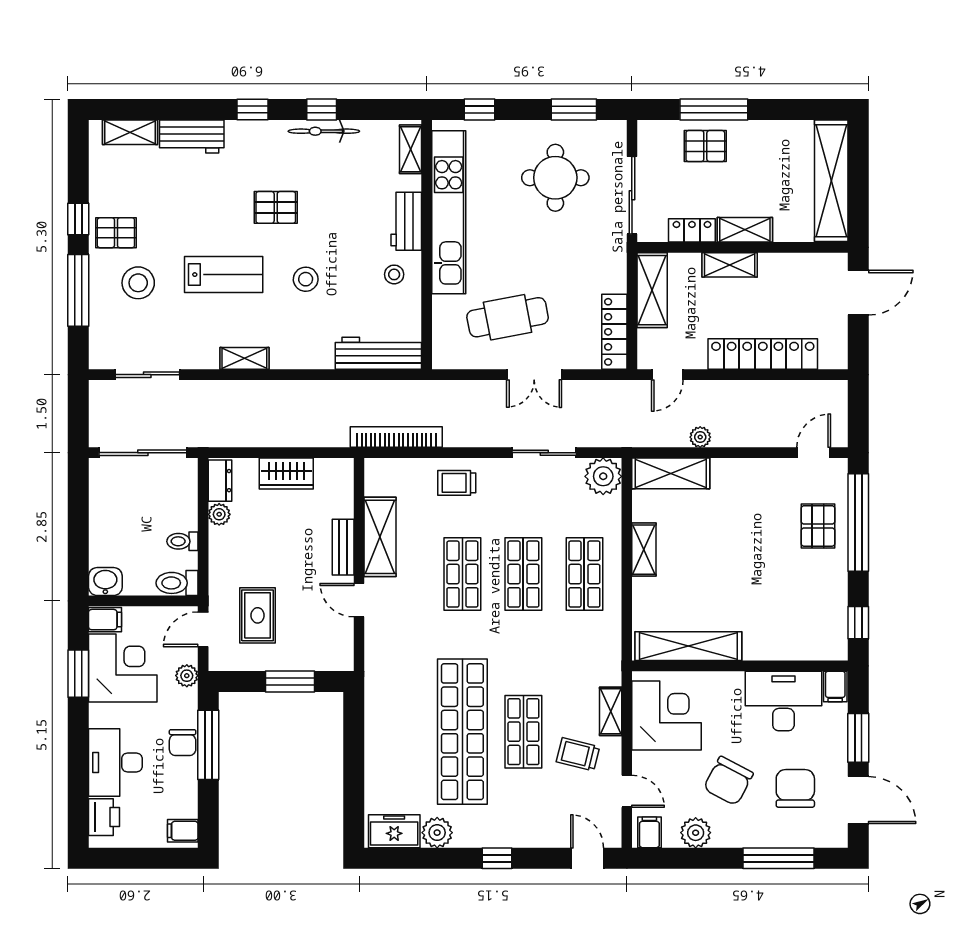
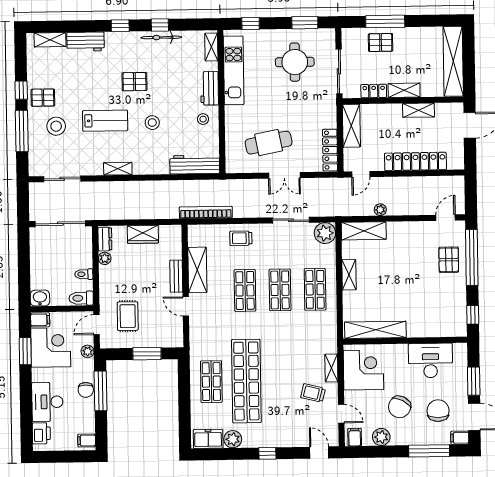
kitchen unit: (449, 212) -> (234, 70), width x0.73
shelving: (730, 265) -> (418, 110), moved
filing cabinet: (835, 686) -> (460, 438), moved, turned 90
shop shelf: (523, 732) -> (211, 382), moved

